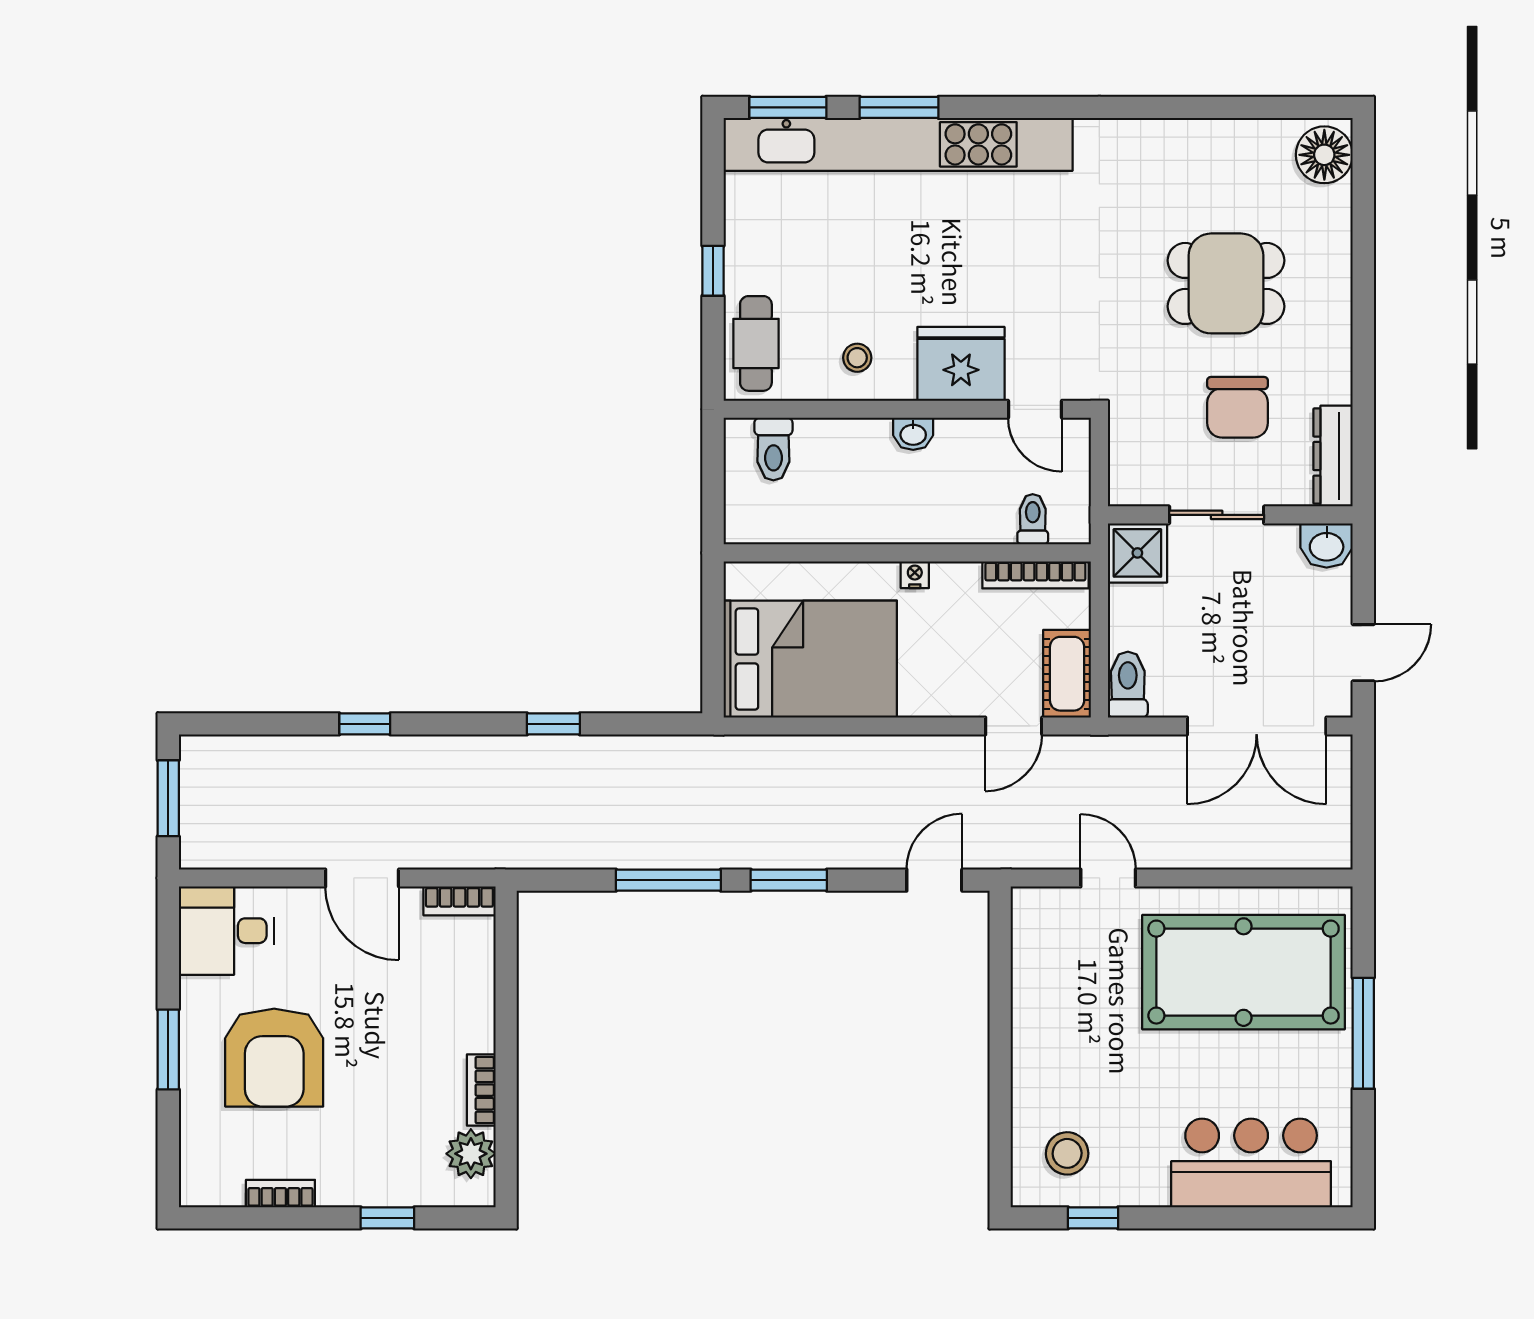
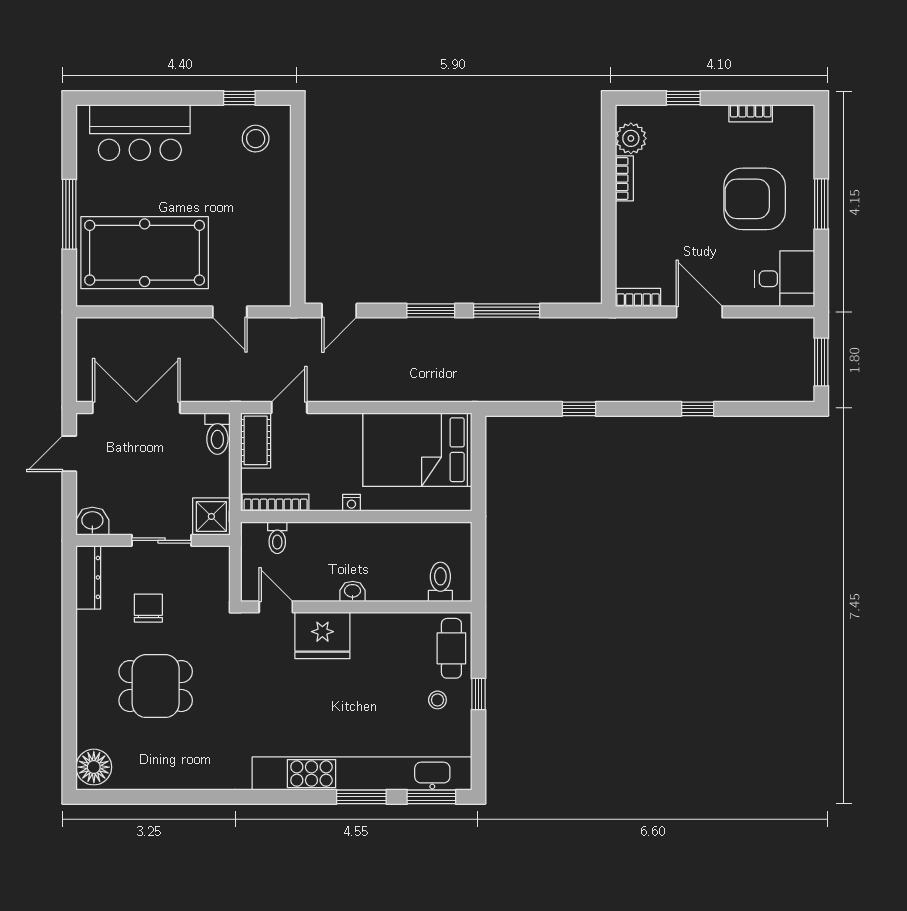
stool: (857, 358) -> (437, 700), moved
chair: (1238, 407) -> (148, 608), width x0.73, depth x0.73
armchair: (274, 1058) -> (755, 199), turned -90

